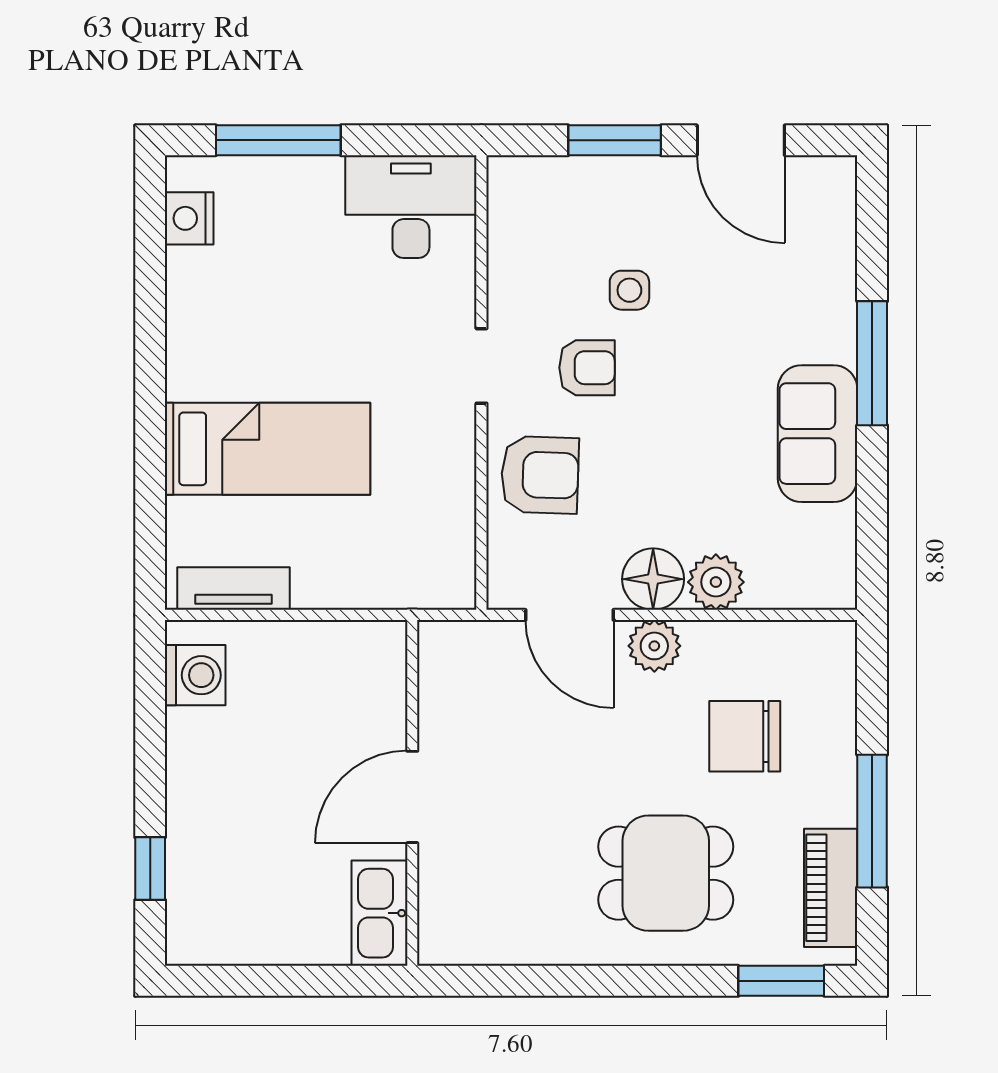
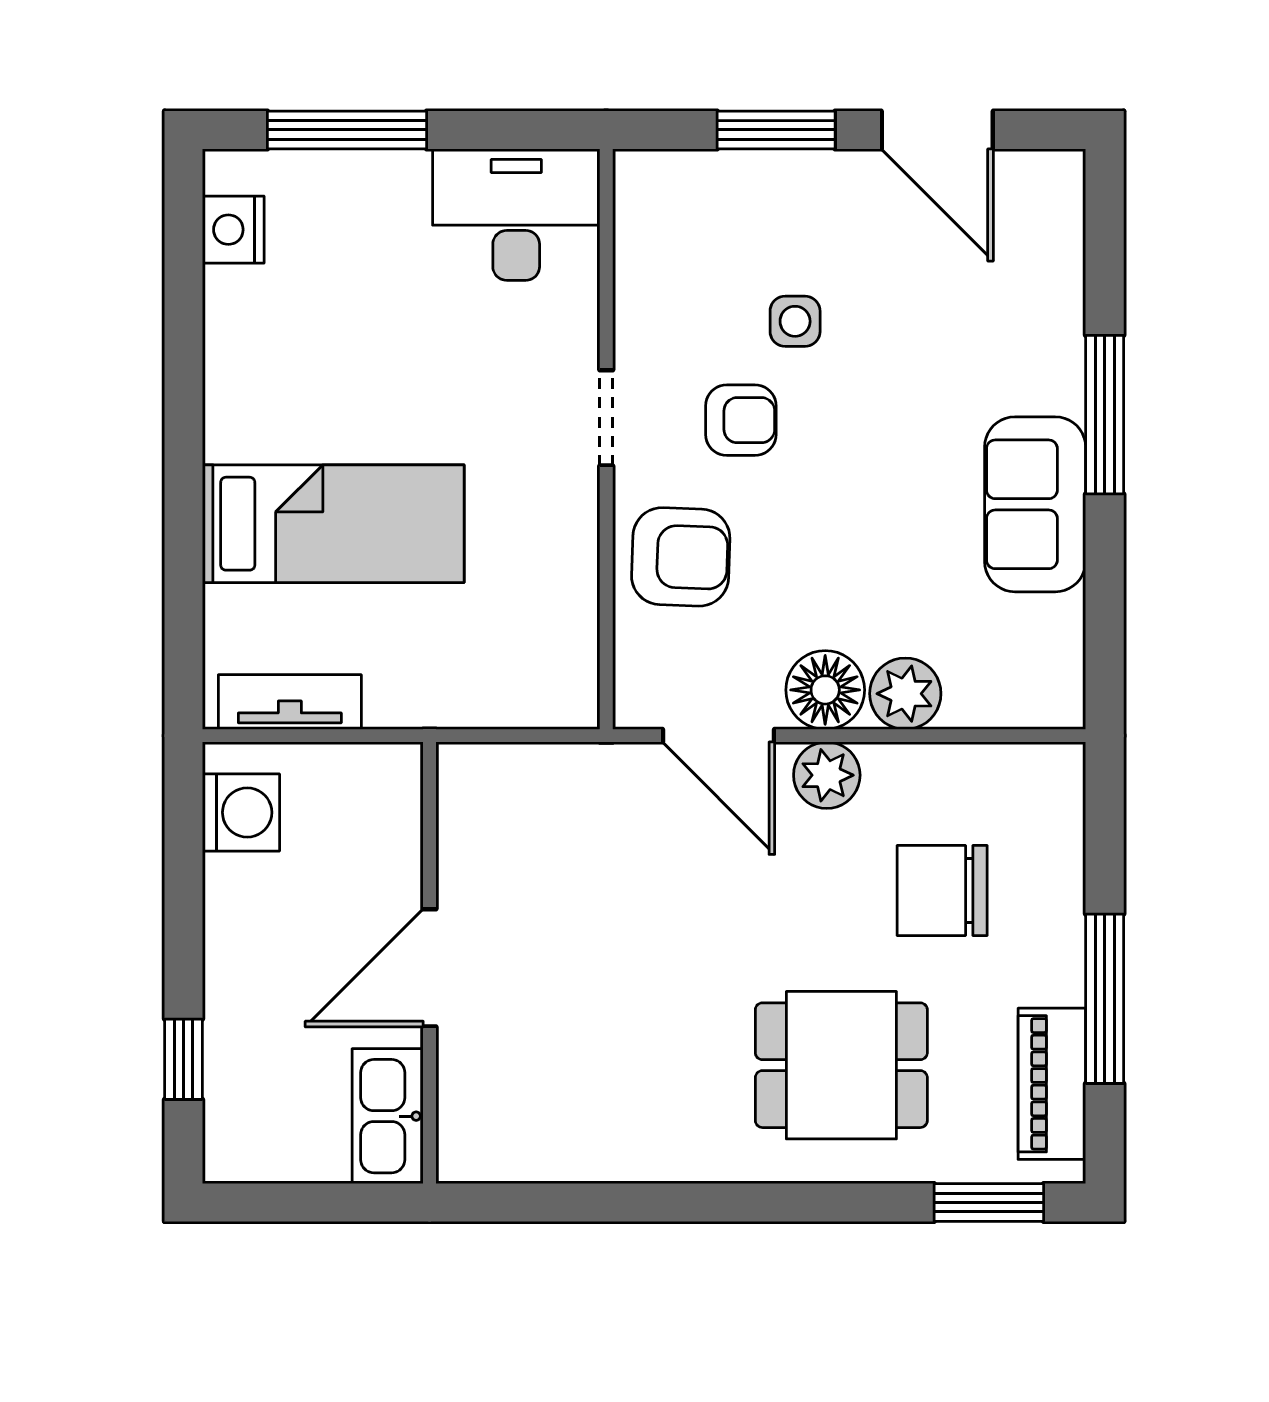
wall: (412, 793) -> (430, 963), moved
door: (412, 797) -> (430, 968), moved
kitchen sink: (379, 913) -> (388, 1116), moved

